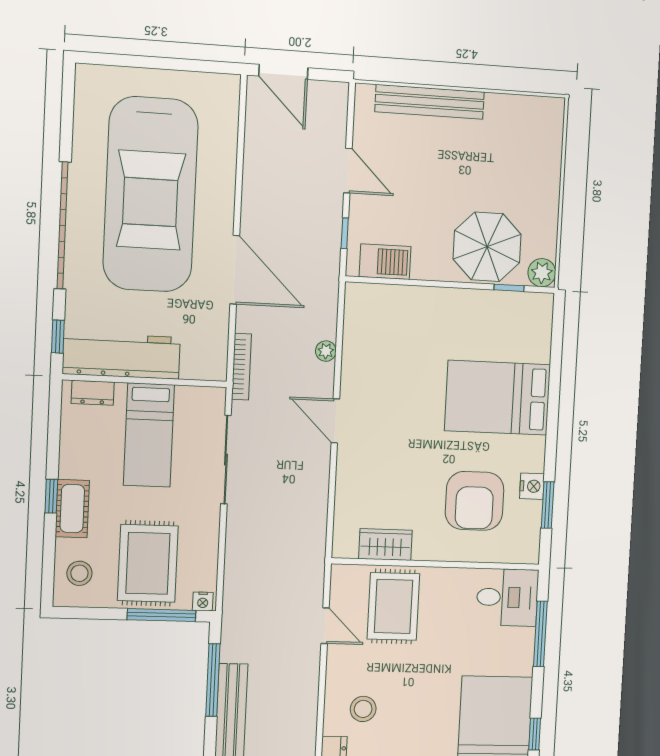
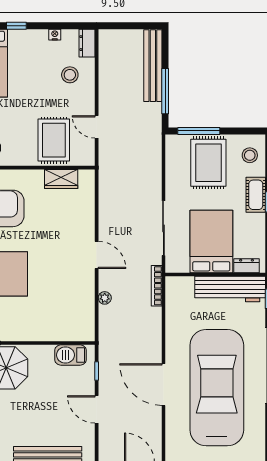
door: (235, 270) -> (163, 385), moved
bed: (149, 435) -> (211, 241), width x1.50
nightstand: (203, 601) -> (174, 140), removed

